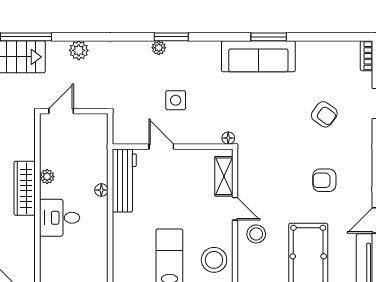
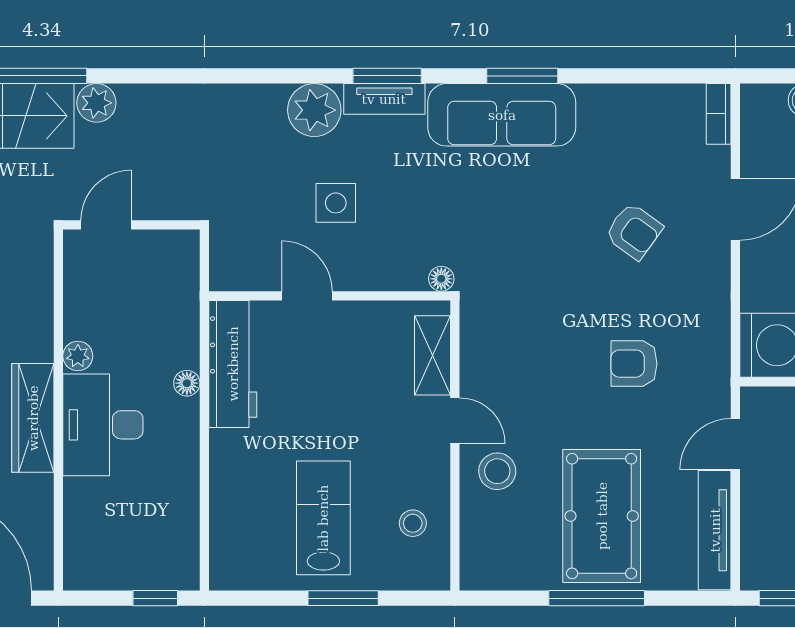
window: (171, 37) -> (387, 76), moved
plant: (159, 48) -> (314, 110), width x1.88, depth x1.88
tv unit: (200, 48) -> (384, 99), added
plant: (79, 50) -> (96, 103), moved
wardrobe: (25, 188) -> (33, 418), moved
desk: (60, 218) -> (103, 425), width x1.37
stool: (214, 260) -> (413, 523), width x0.53, depth x0.53

